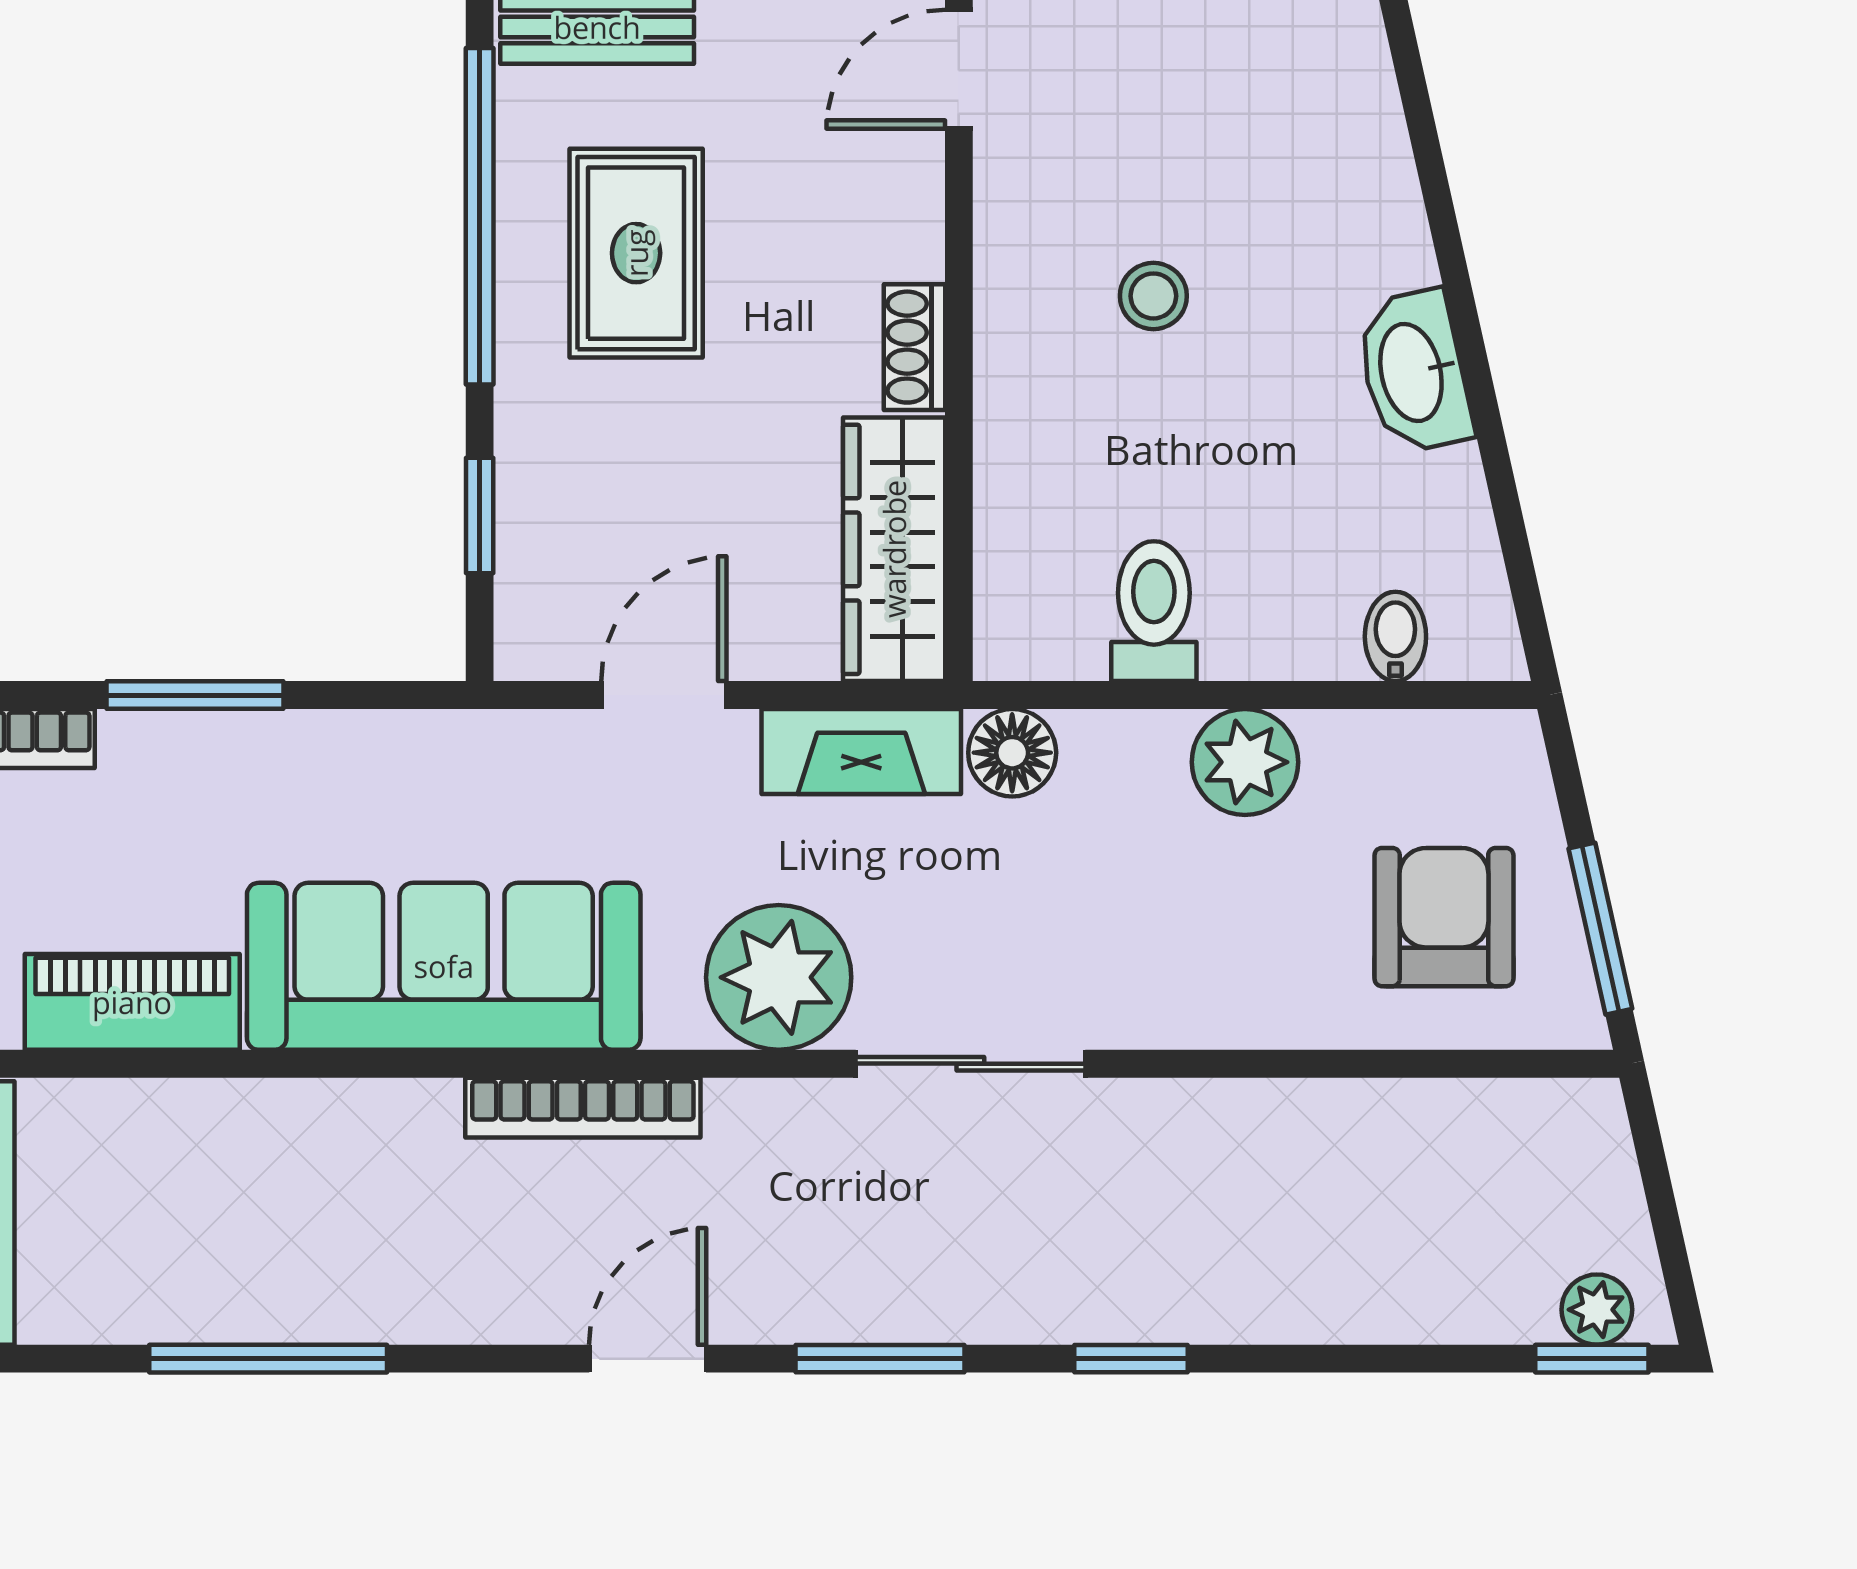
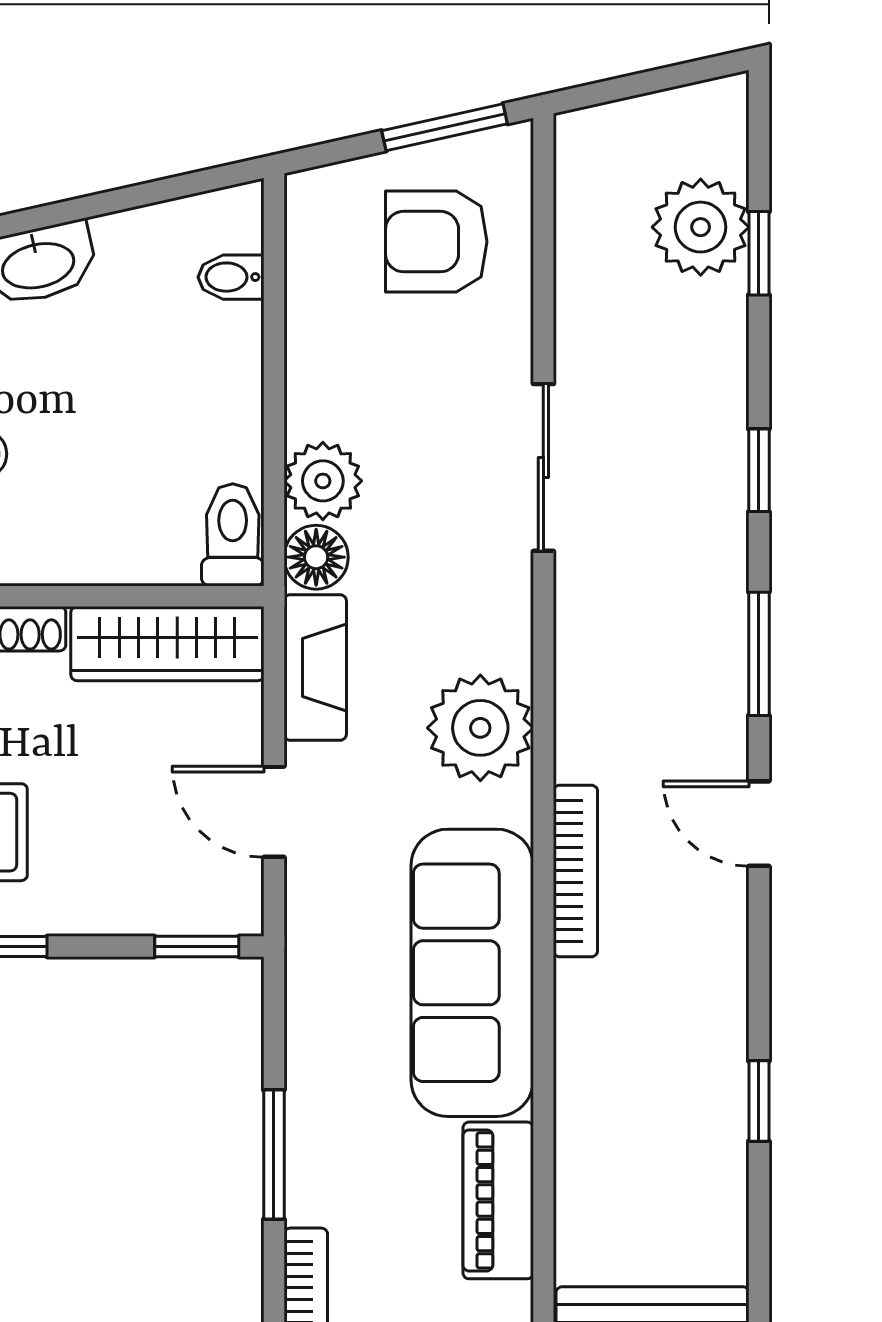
window: (480, 516) -> (197, 946), moved
toilet: (1154, 611) -> (233, 535), moved, turned 90
plant: (1245, 762) -> (323, 481), moved
sliding door: (970, 1064) -> (543, 467), moved
plant: (1597, 1310) -> (701, 227), moved, width x1.87, depth x1.87
window: (268, 1359) -> (759, 1101), width x0.46
window: (1592, 1359) -> (759, 253), moved

